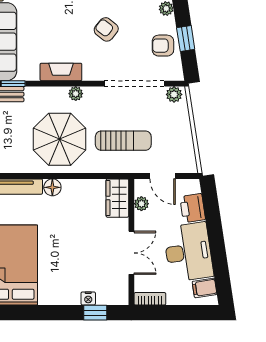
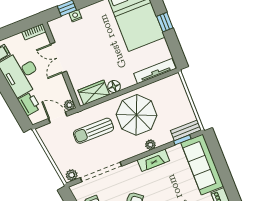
plant: (76, 94) -> (150, 145), moved
floor lamp: (52, 187) -> (114, 86), moved
wardrobe: (117, 198) -> (94, 92), moved, turned -90
plant: (141, 204) -> (69, 105), moved

